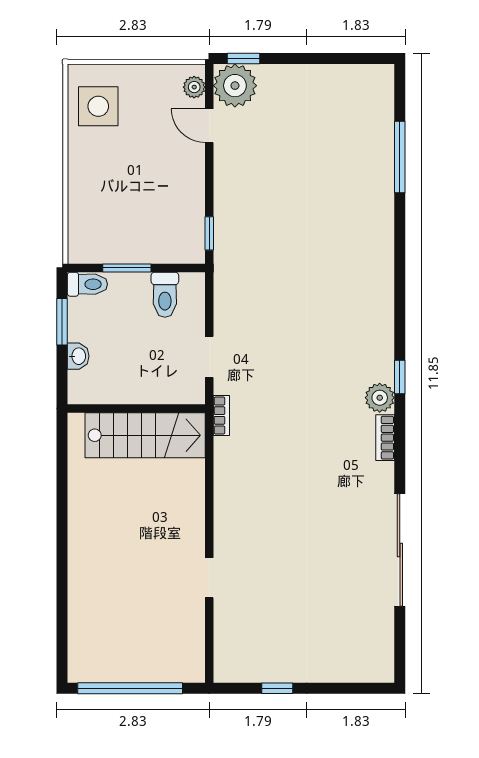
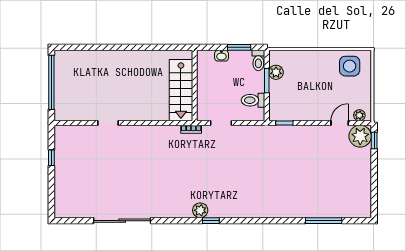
plant: (110, 250) -> (276, 72), added
bookcase: (385, 438) -> (180, 213), removed

